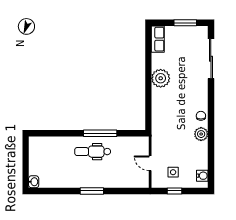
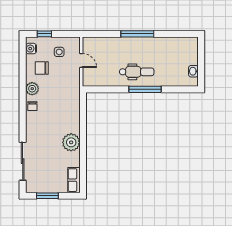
window: (100, 133) -> (145, 89), moved
chair: (191, 155) -> (42, 68), added
washbasin: (34, 182) -> (193, 71), moved
window: (92, 191) -> (137, 34), width x1.44
window: (175, 191) -> (44, 34), moved

